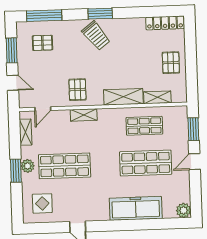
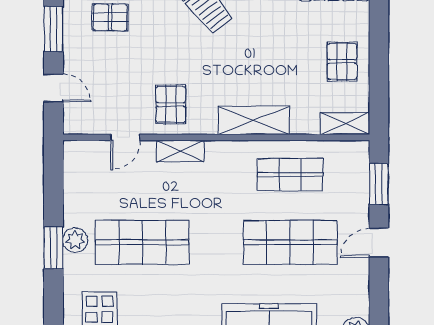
shelving: (157, 97) -> (345, 124), moved
door: (43, 109) -> (125, 137), moved
shelving: (26, 132) -> (74, 179), removed

